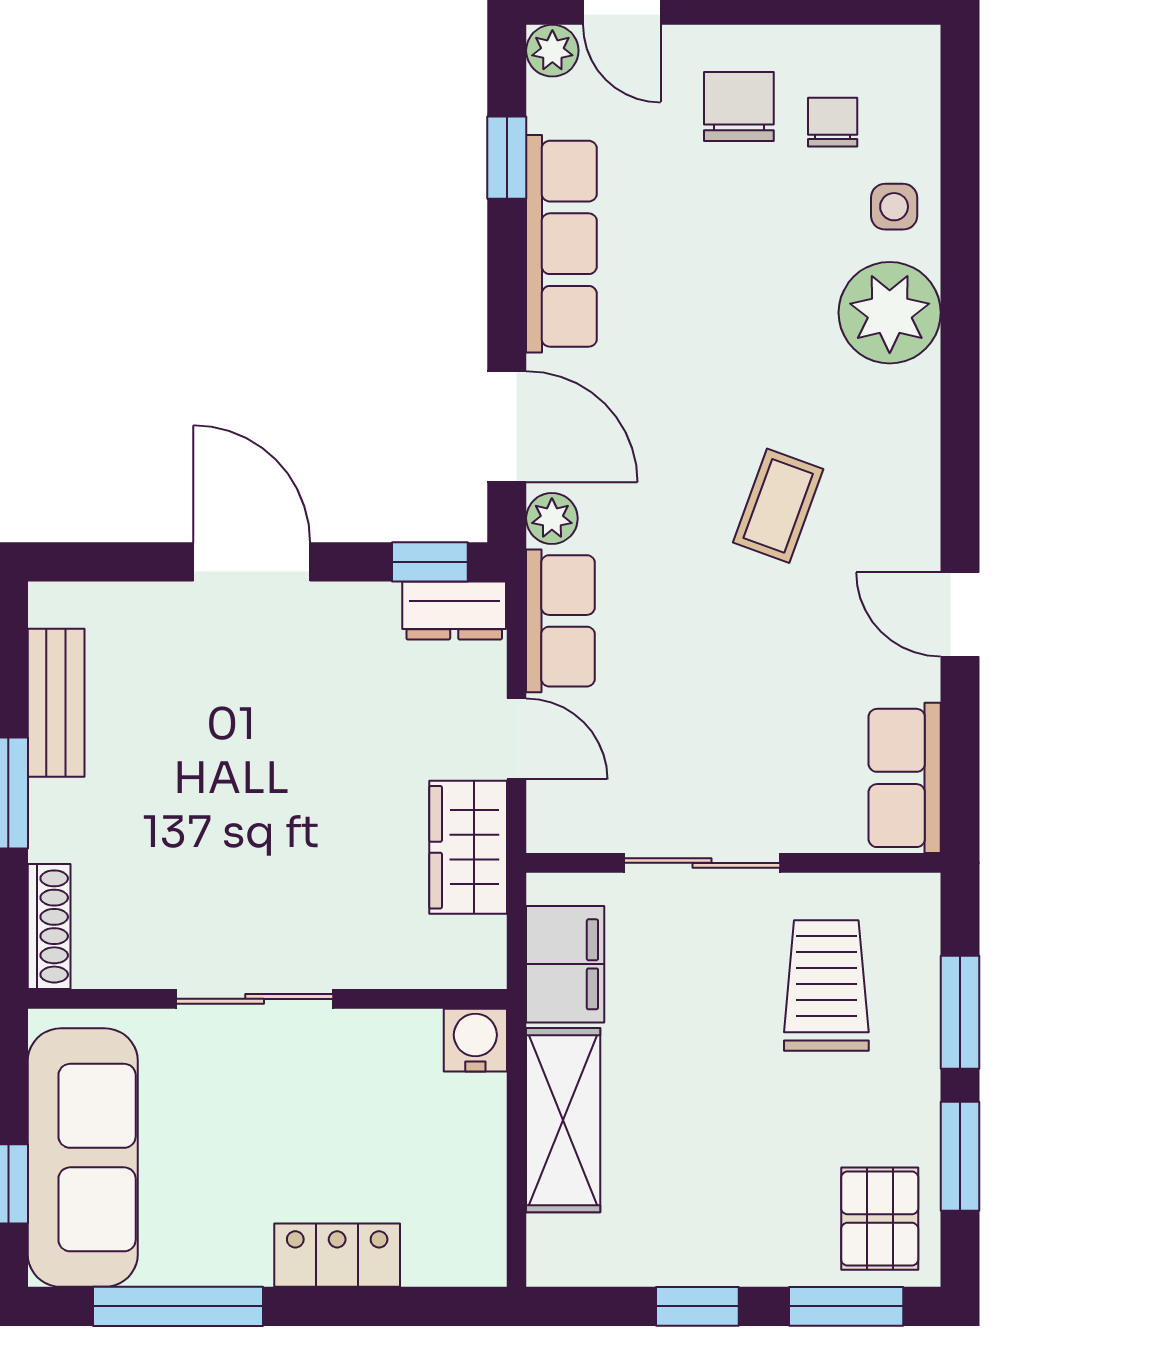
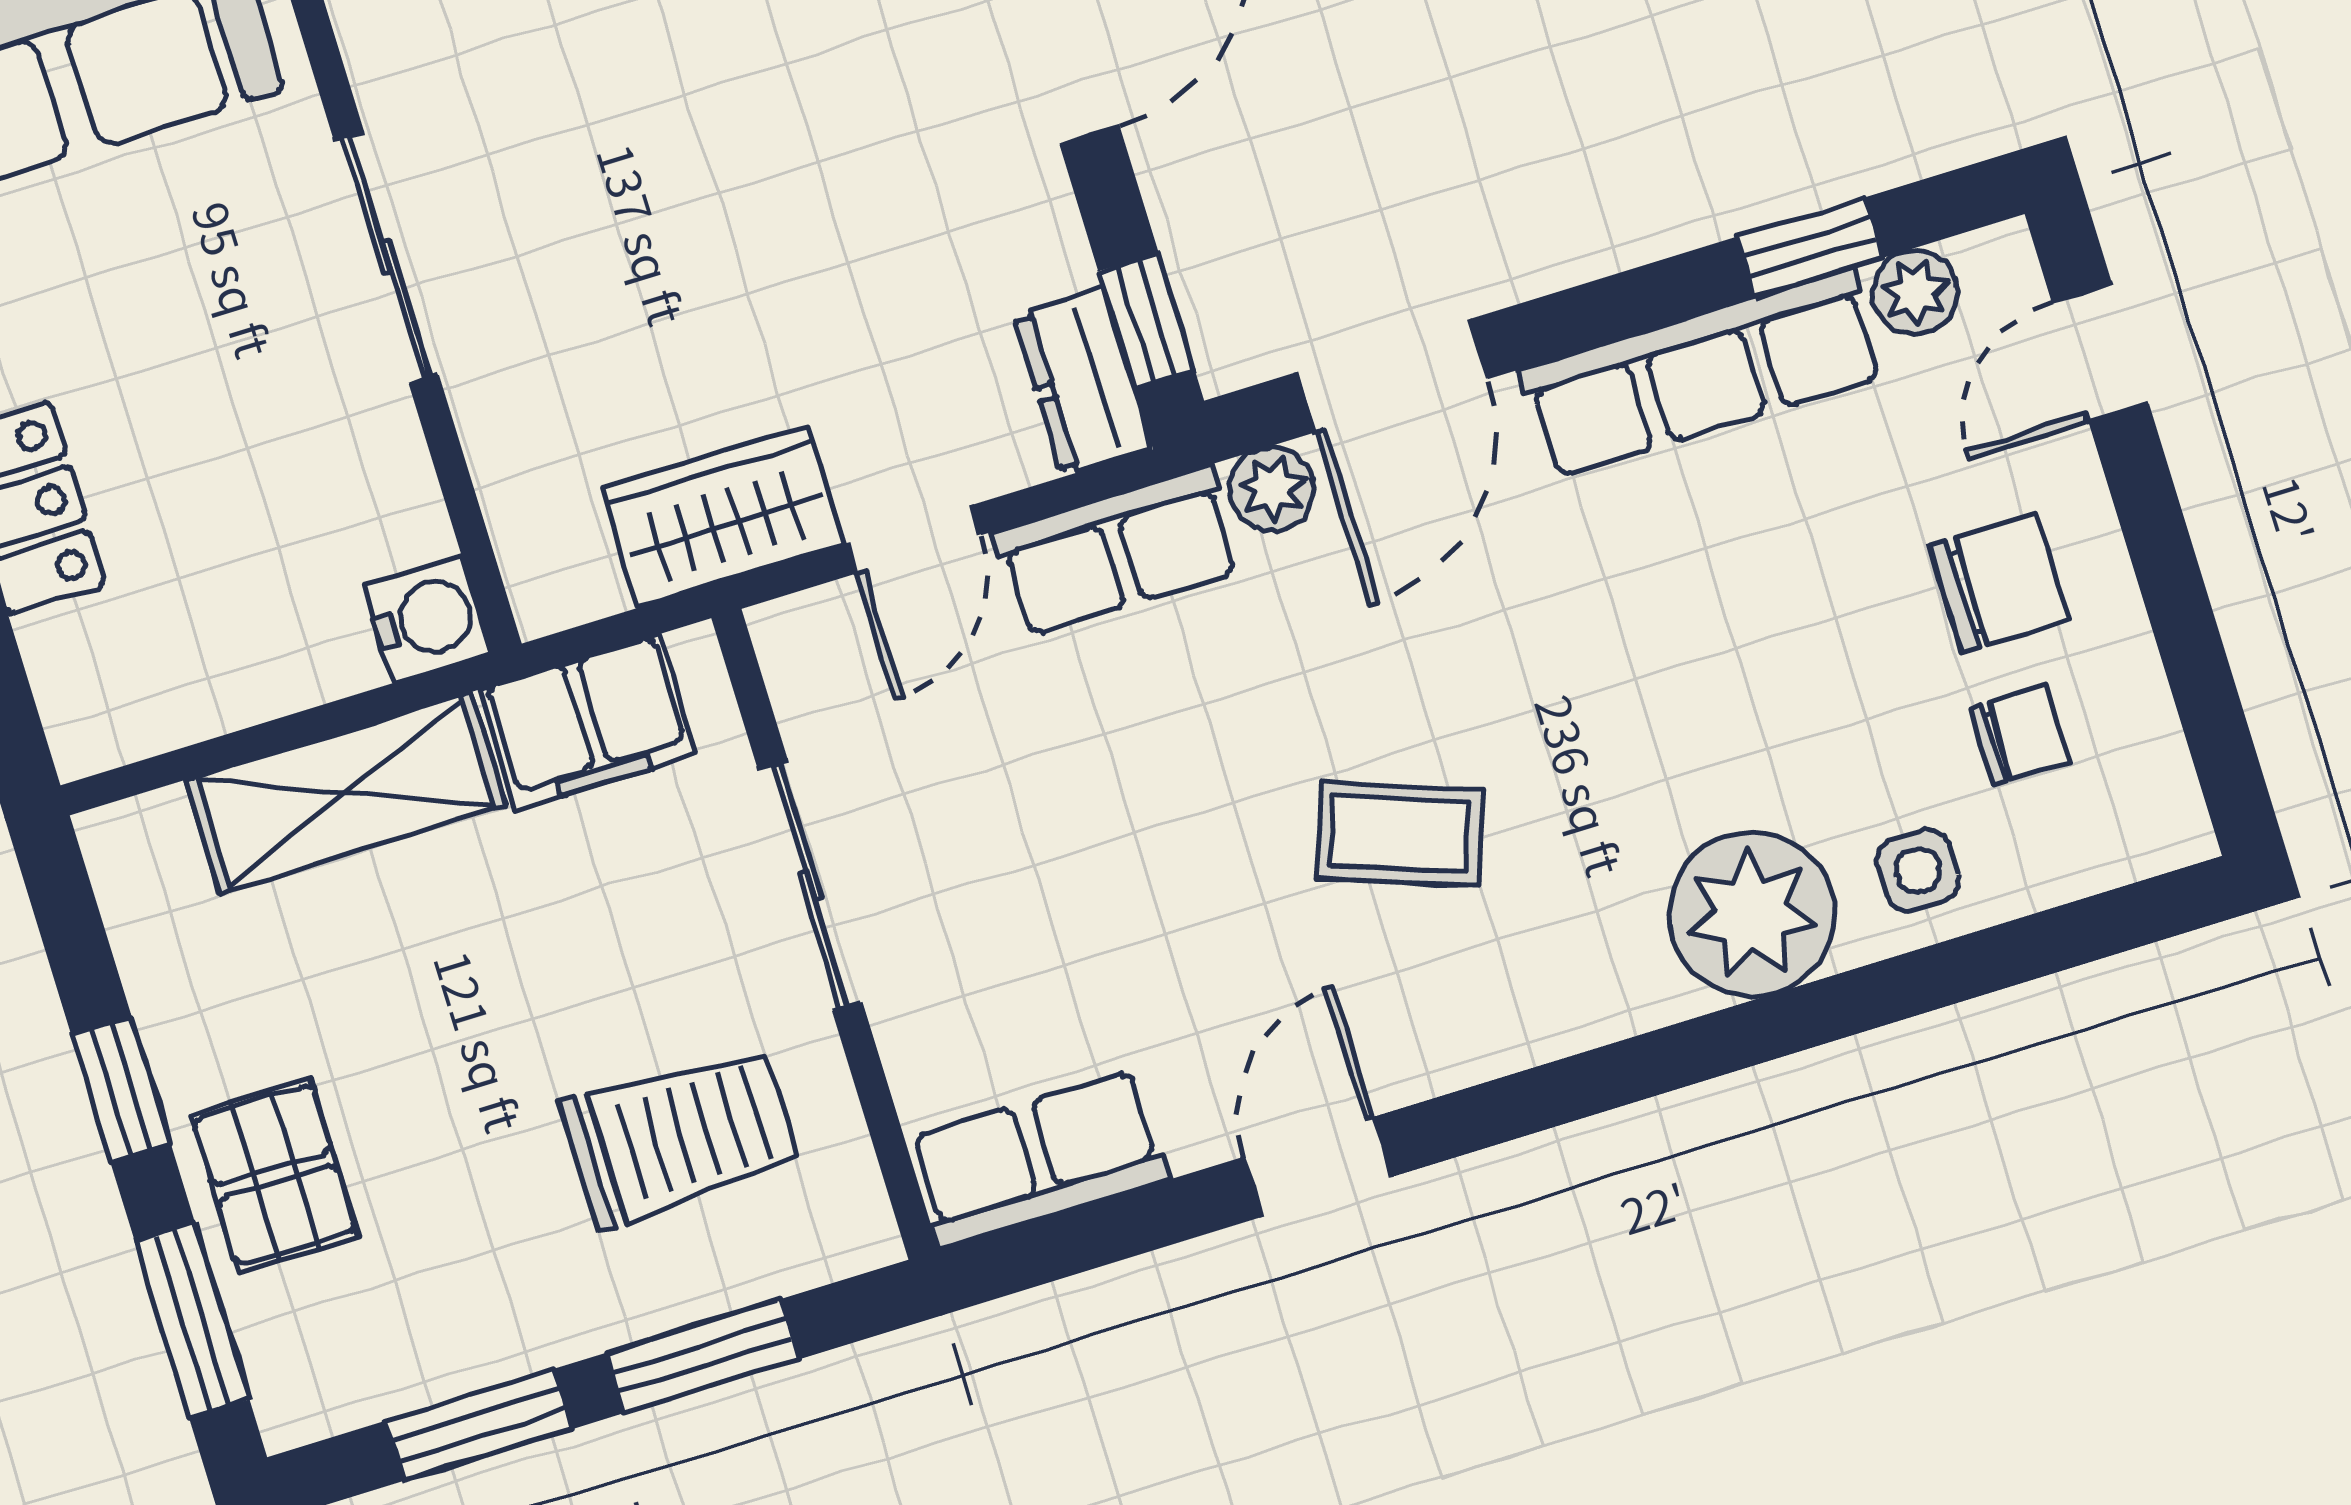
plant: (552, 51) -> (1915, 292), moved
pallet: (880, 1219) -> (275, 1175), moved, turned 90

